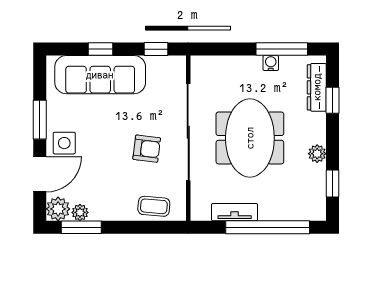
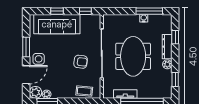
dresser: (317, 87) -> (167, 47), moved

